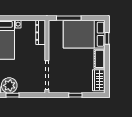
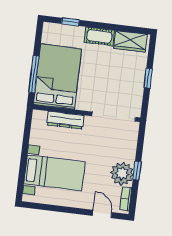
dresser: (41, 32) -> (65, 120), moved
bed: (84, 34) -> (58, 77), moved, turned 180

